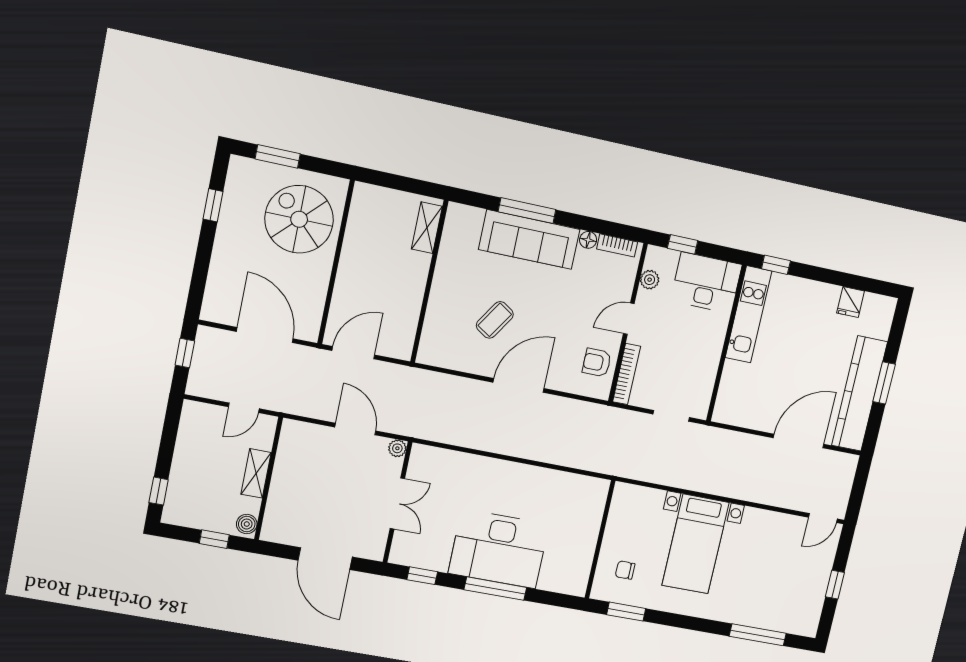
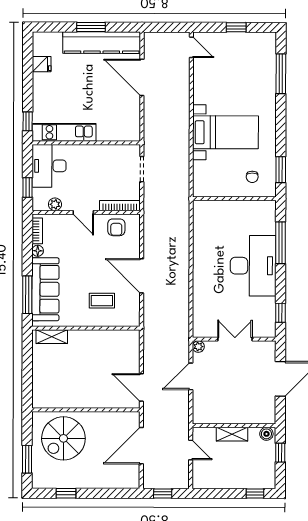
shelving: (427, 228) -> (52, 337), moved
wall: (429, 282) -> (86, 328), moved
coffee table: (495, 320) -> (102, 301), turned -33
window: (495, 589) -> (281, 243), moved

